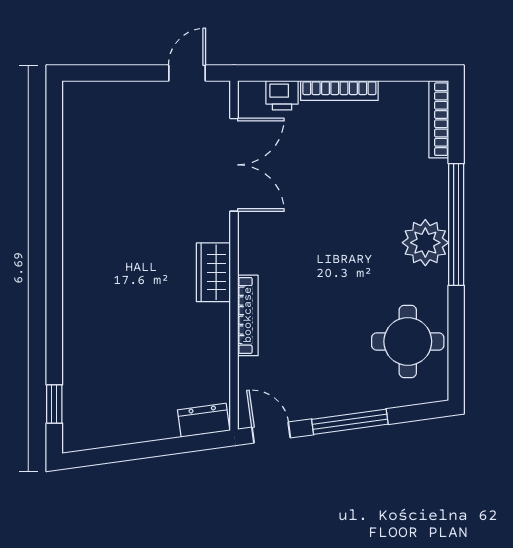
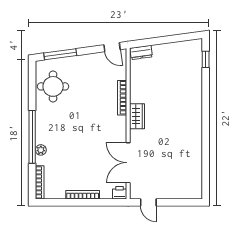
door: (187, 73) -> (148, 202), hinge flipped
printer: (282, 95) -> (120, 193), moved
plant: (425, 243) -> (41, 150), moved, width x0.53, depth x0.53
window: (350, 422) -> (60, 54), moved

